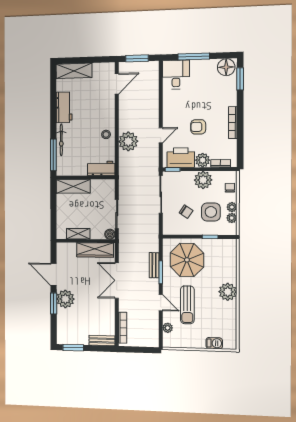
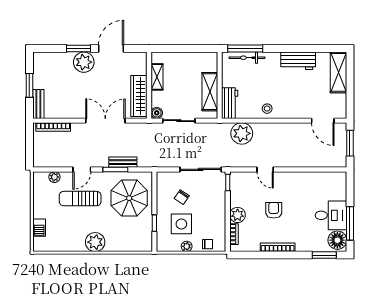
window: (194, 57) -> (350, 223), moved
desk: (176, 75) -> (331, 215), moved
bicycle: (61, 140) -> (247, 58), moved
plant: (128, 141) -> (242, 133), moved
printer: (181, 158) -> (240, 191), removed
plant: (203, 180) -> (216, 216), removed
shelving: (73, 186) -> (210, 92), moved
plant: (232, 218) -> (175, 246), removed
window: (73, 348) -> (29, 85), moved

